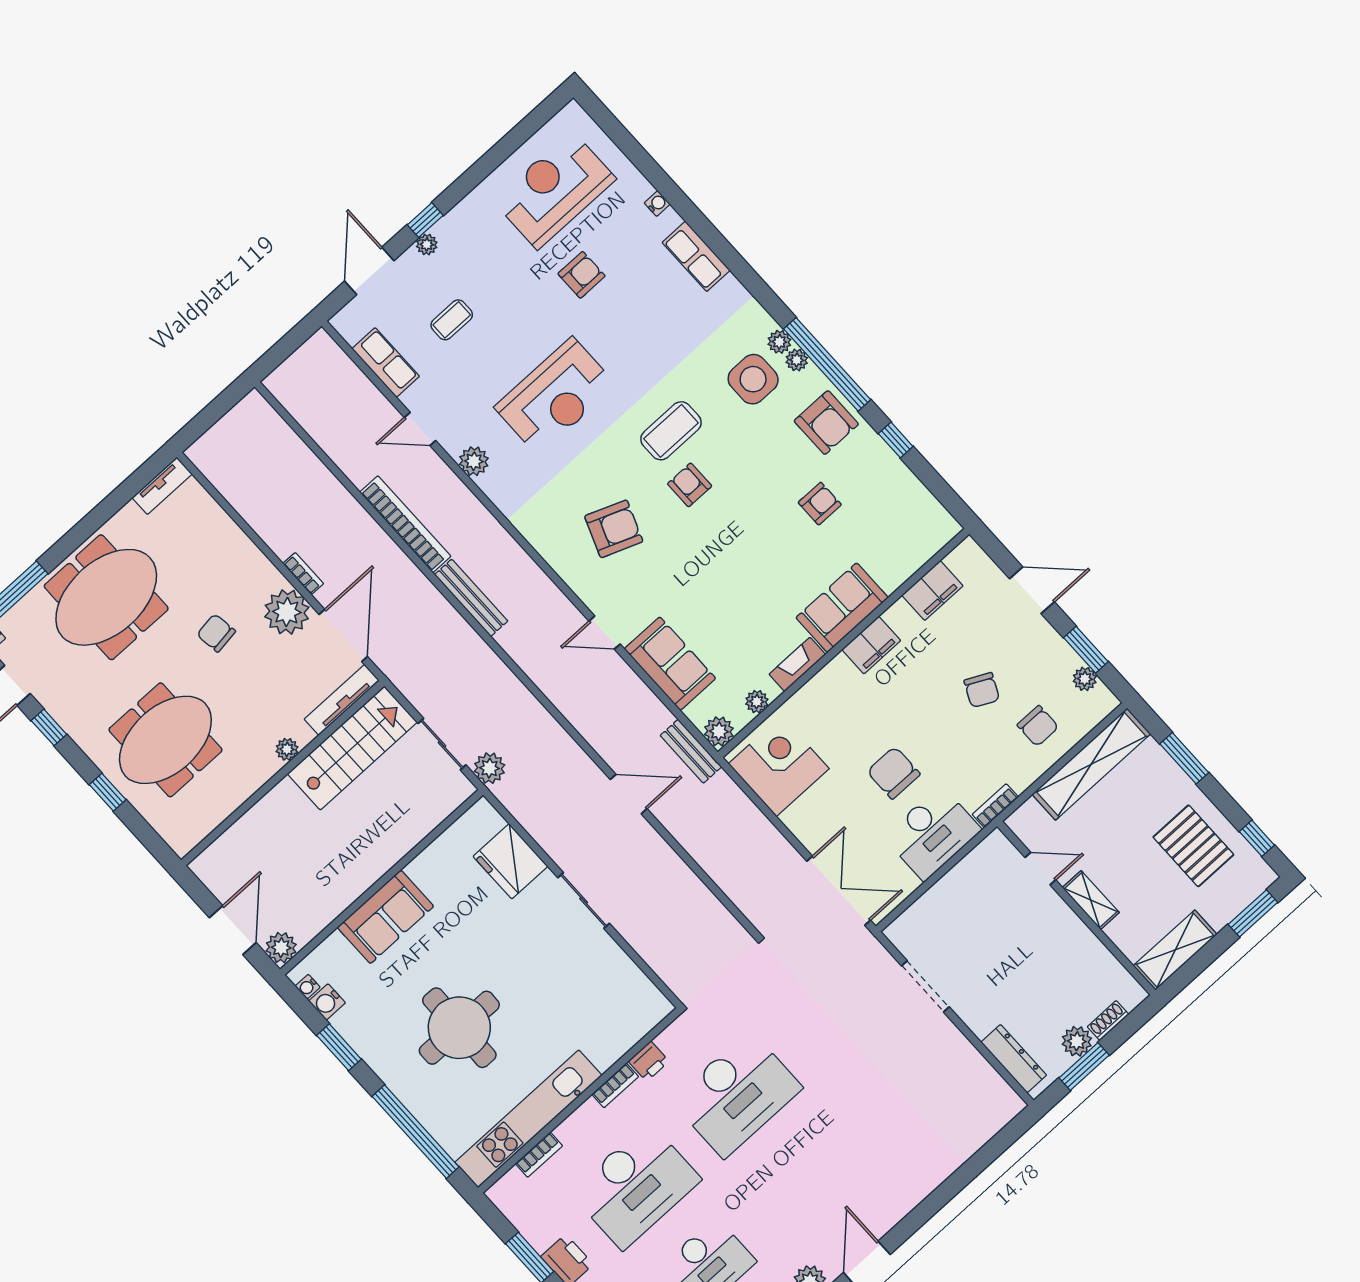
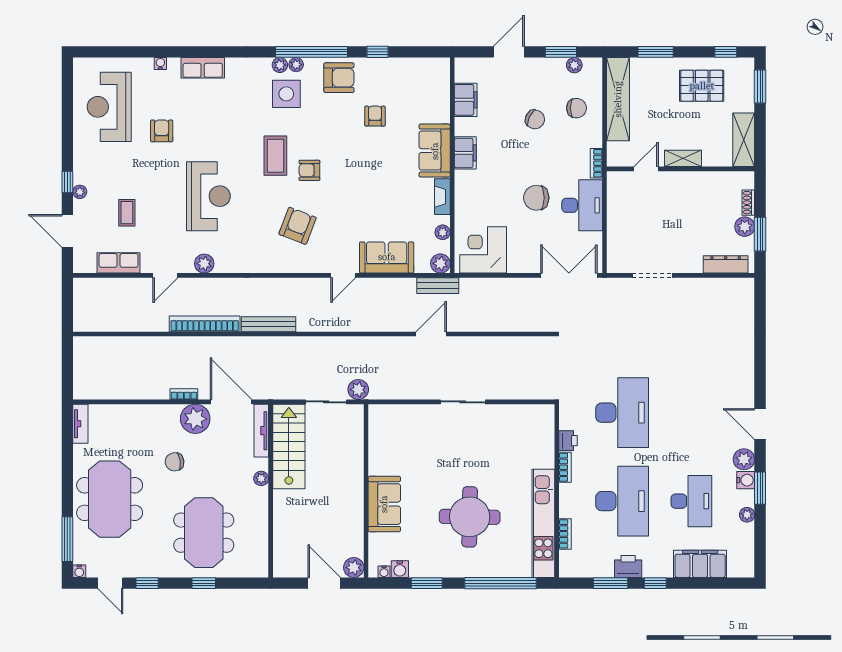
fridge: (510, 861) -> (412, 420), removed

